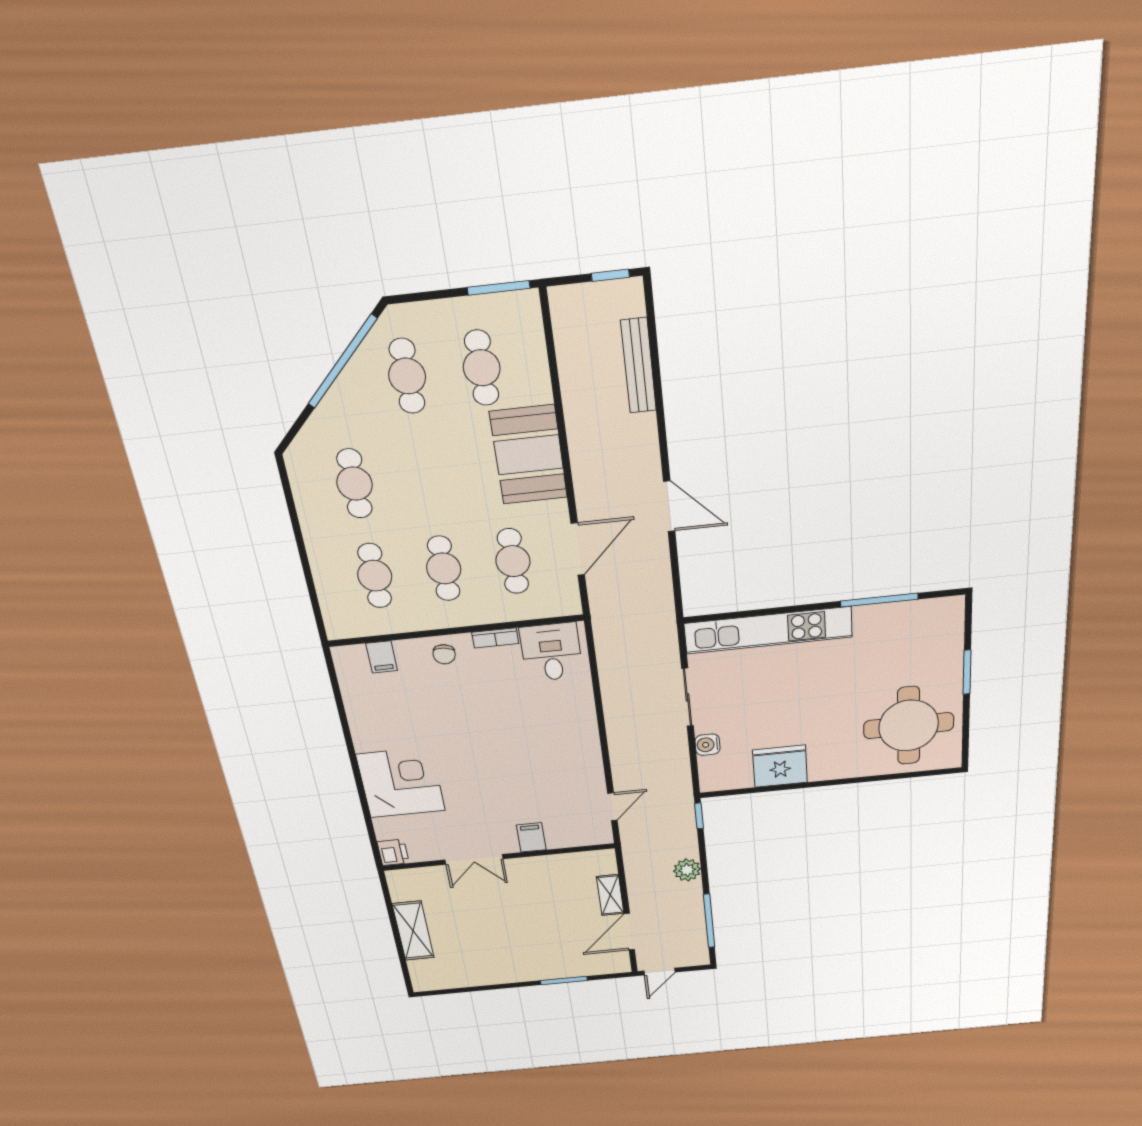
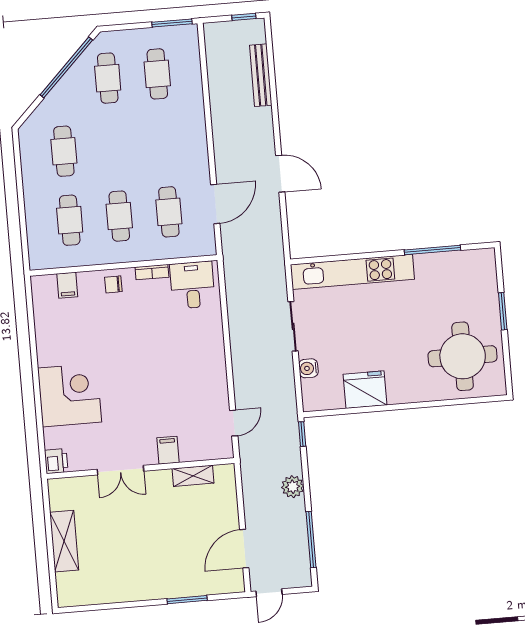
booth: (529, 455) -> (185, 134), removed
chair: (444, 654) -> (113, 284), turned 83
shelving: (610, 895) -> (193, 476), moved, turned 90

